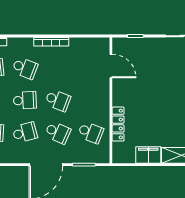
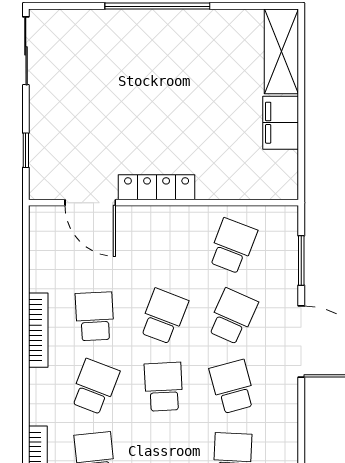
door: (111, 66) -> (90, 203), swing flipped
school desk: (58, 68) -> (95, 316), added
locker: (118, 124) -> (157, 187), moved

